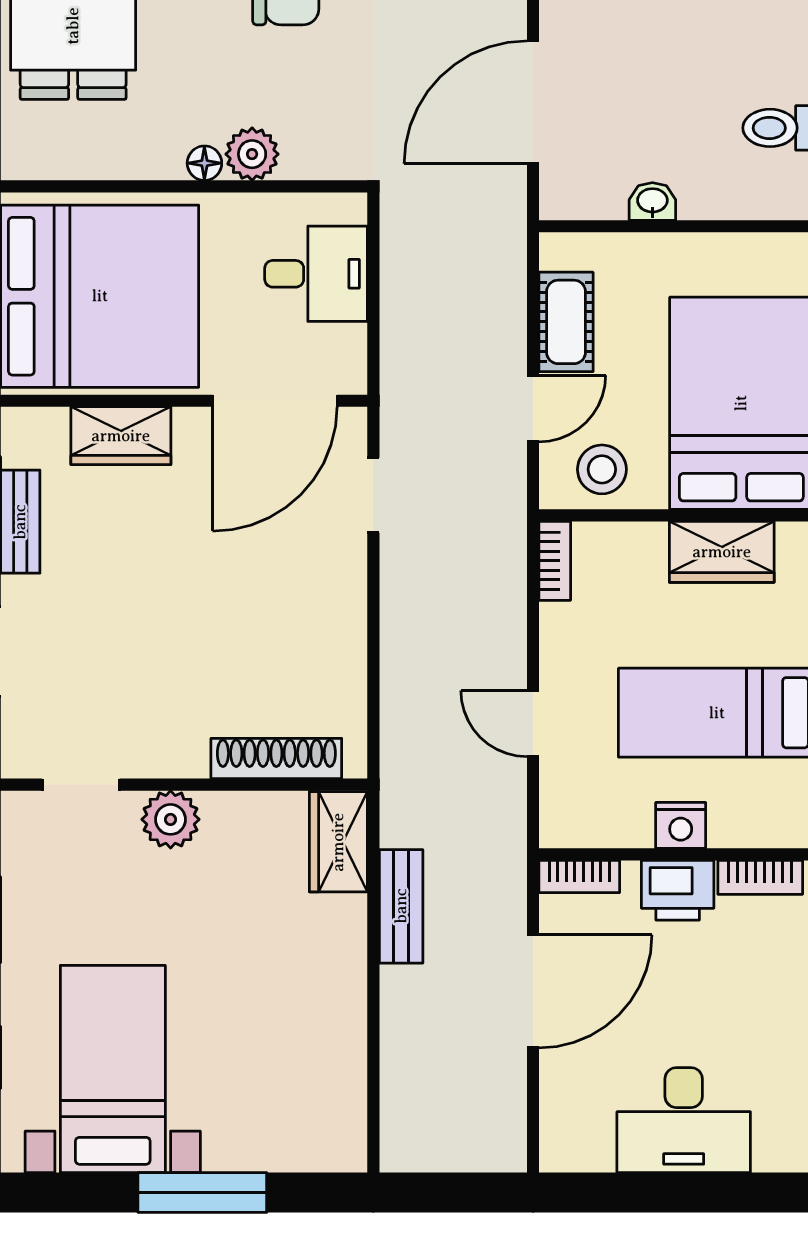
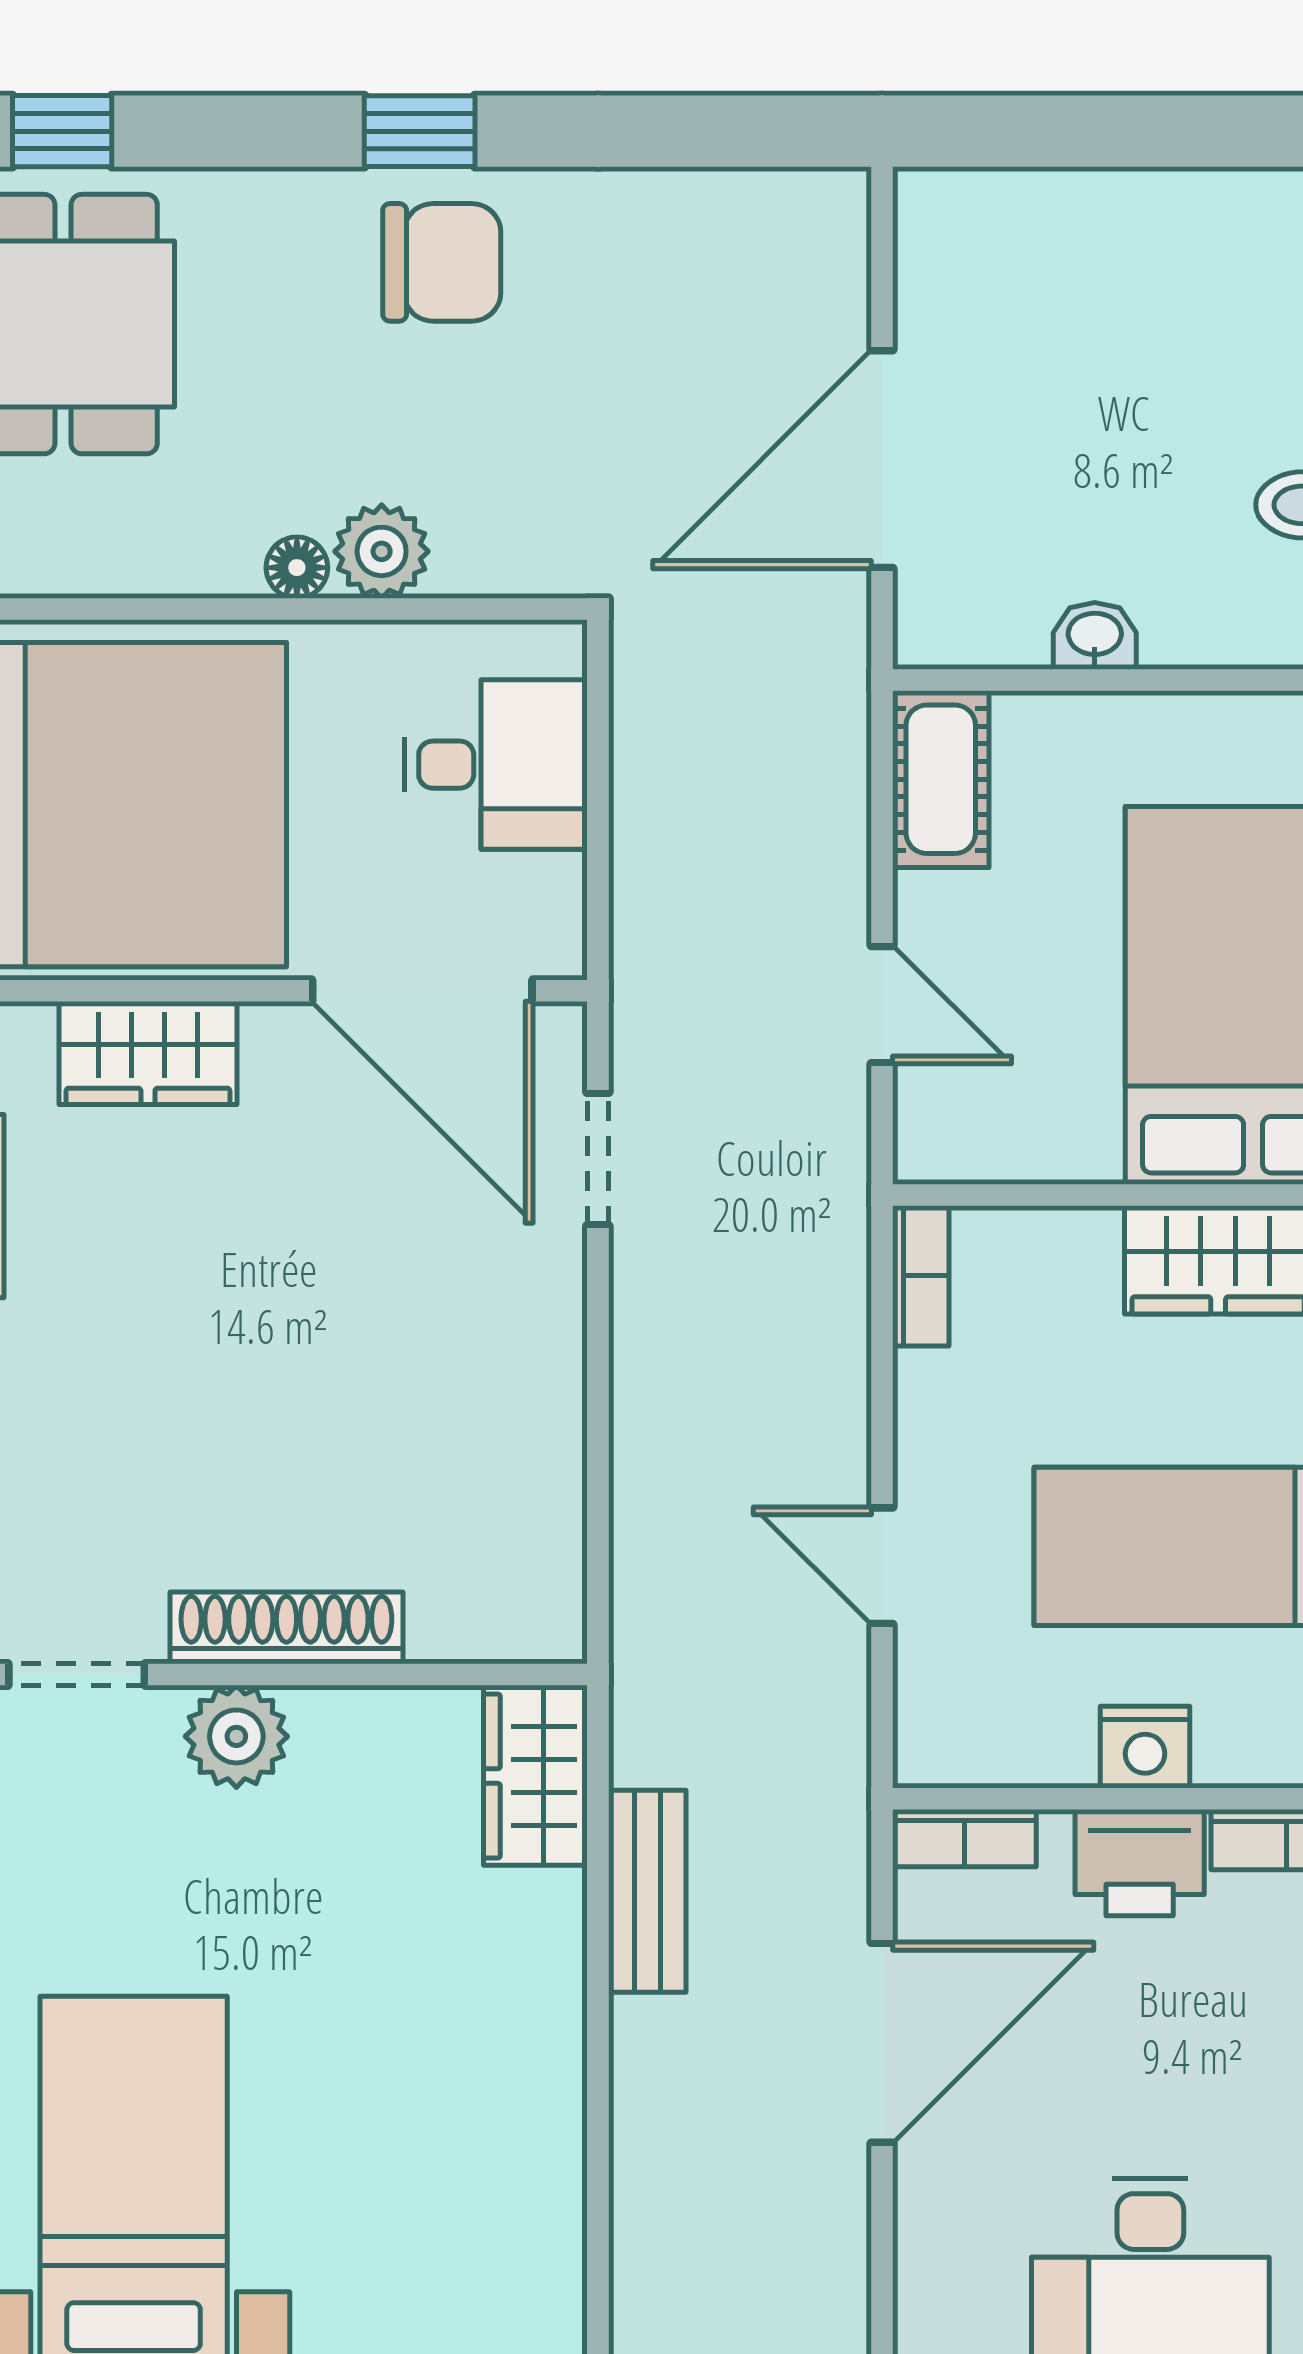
cot: (566, 322) -> (941, 779), moved
door: (275, 401) -> (422, 991), hinge flipped
door: (533, 409) -> (882, 1005), hinge flipped
stool: (602, 469) -> (1005, 1113), removed
shoe rack: (276, 758) -> (286, 1628), moved

